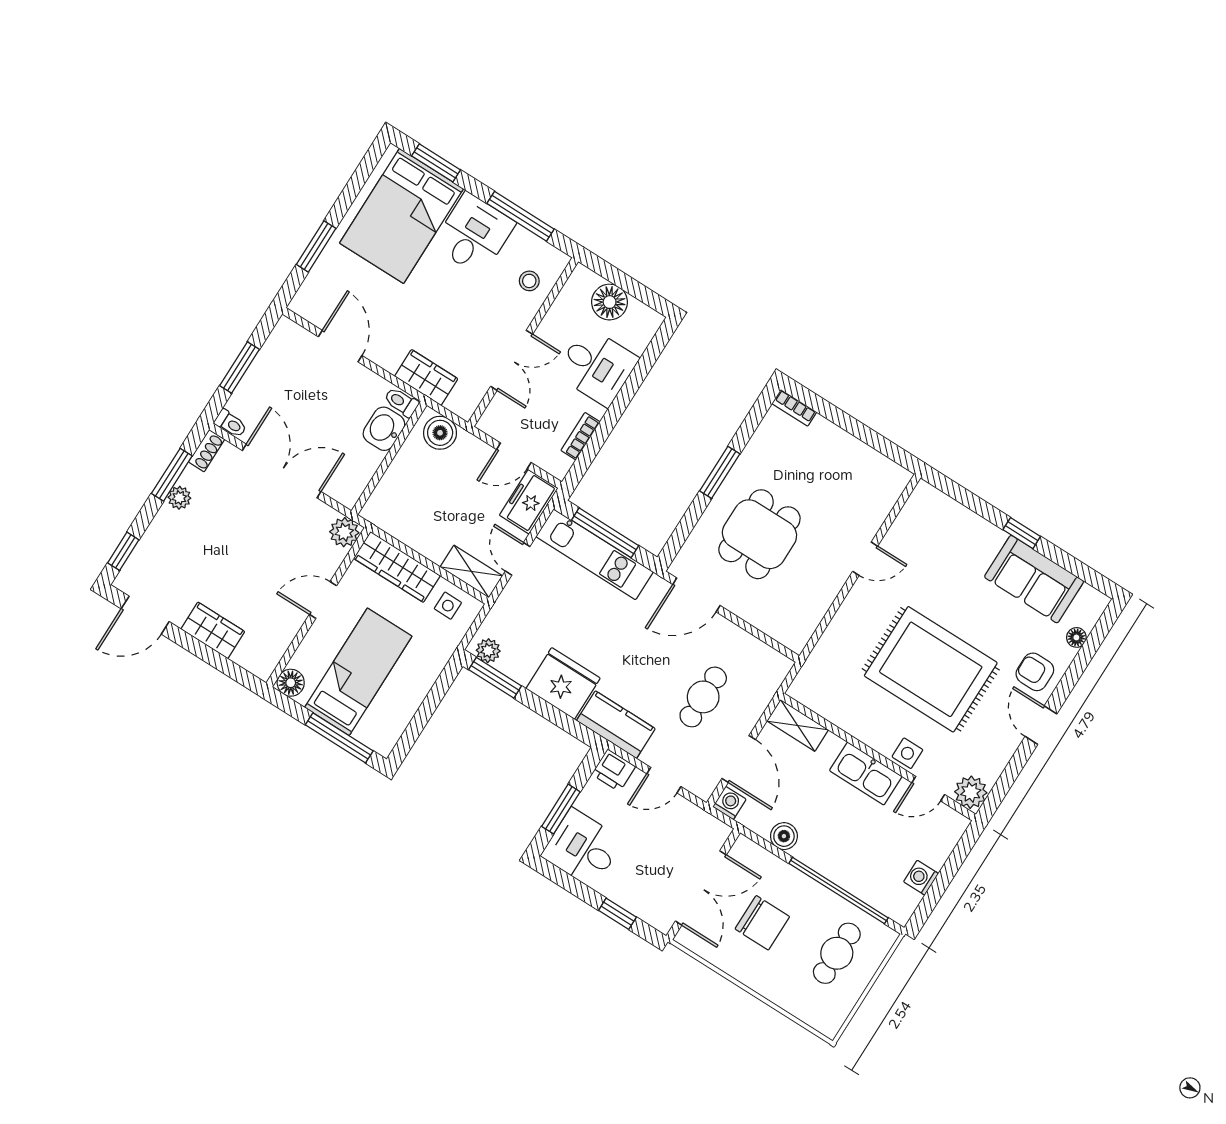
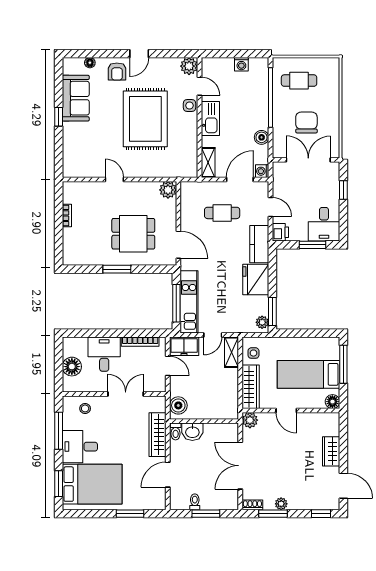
wardrobe: (426, 377) -> (157, 435), width x1.50
bookcase: (794, 408) -> (67, 216), moved
toilet: (231, 424) -> (195, 502), moved
bookcase: (580, 436) -> (140, 342), width x1.56
plant: (795, 634) -> (168, 190), added

